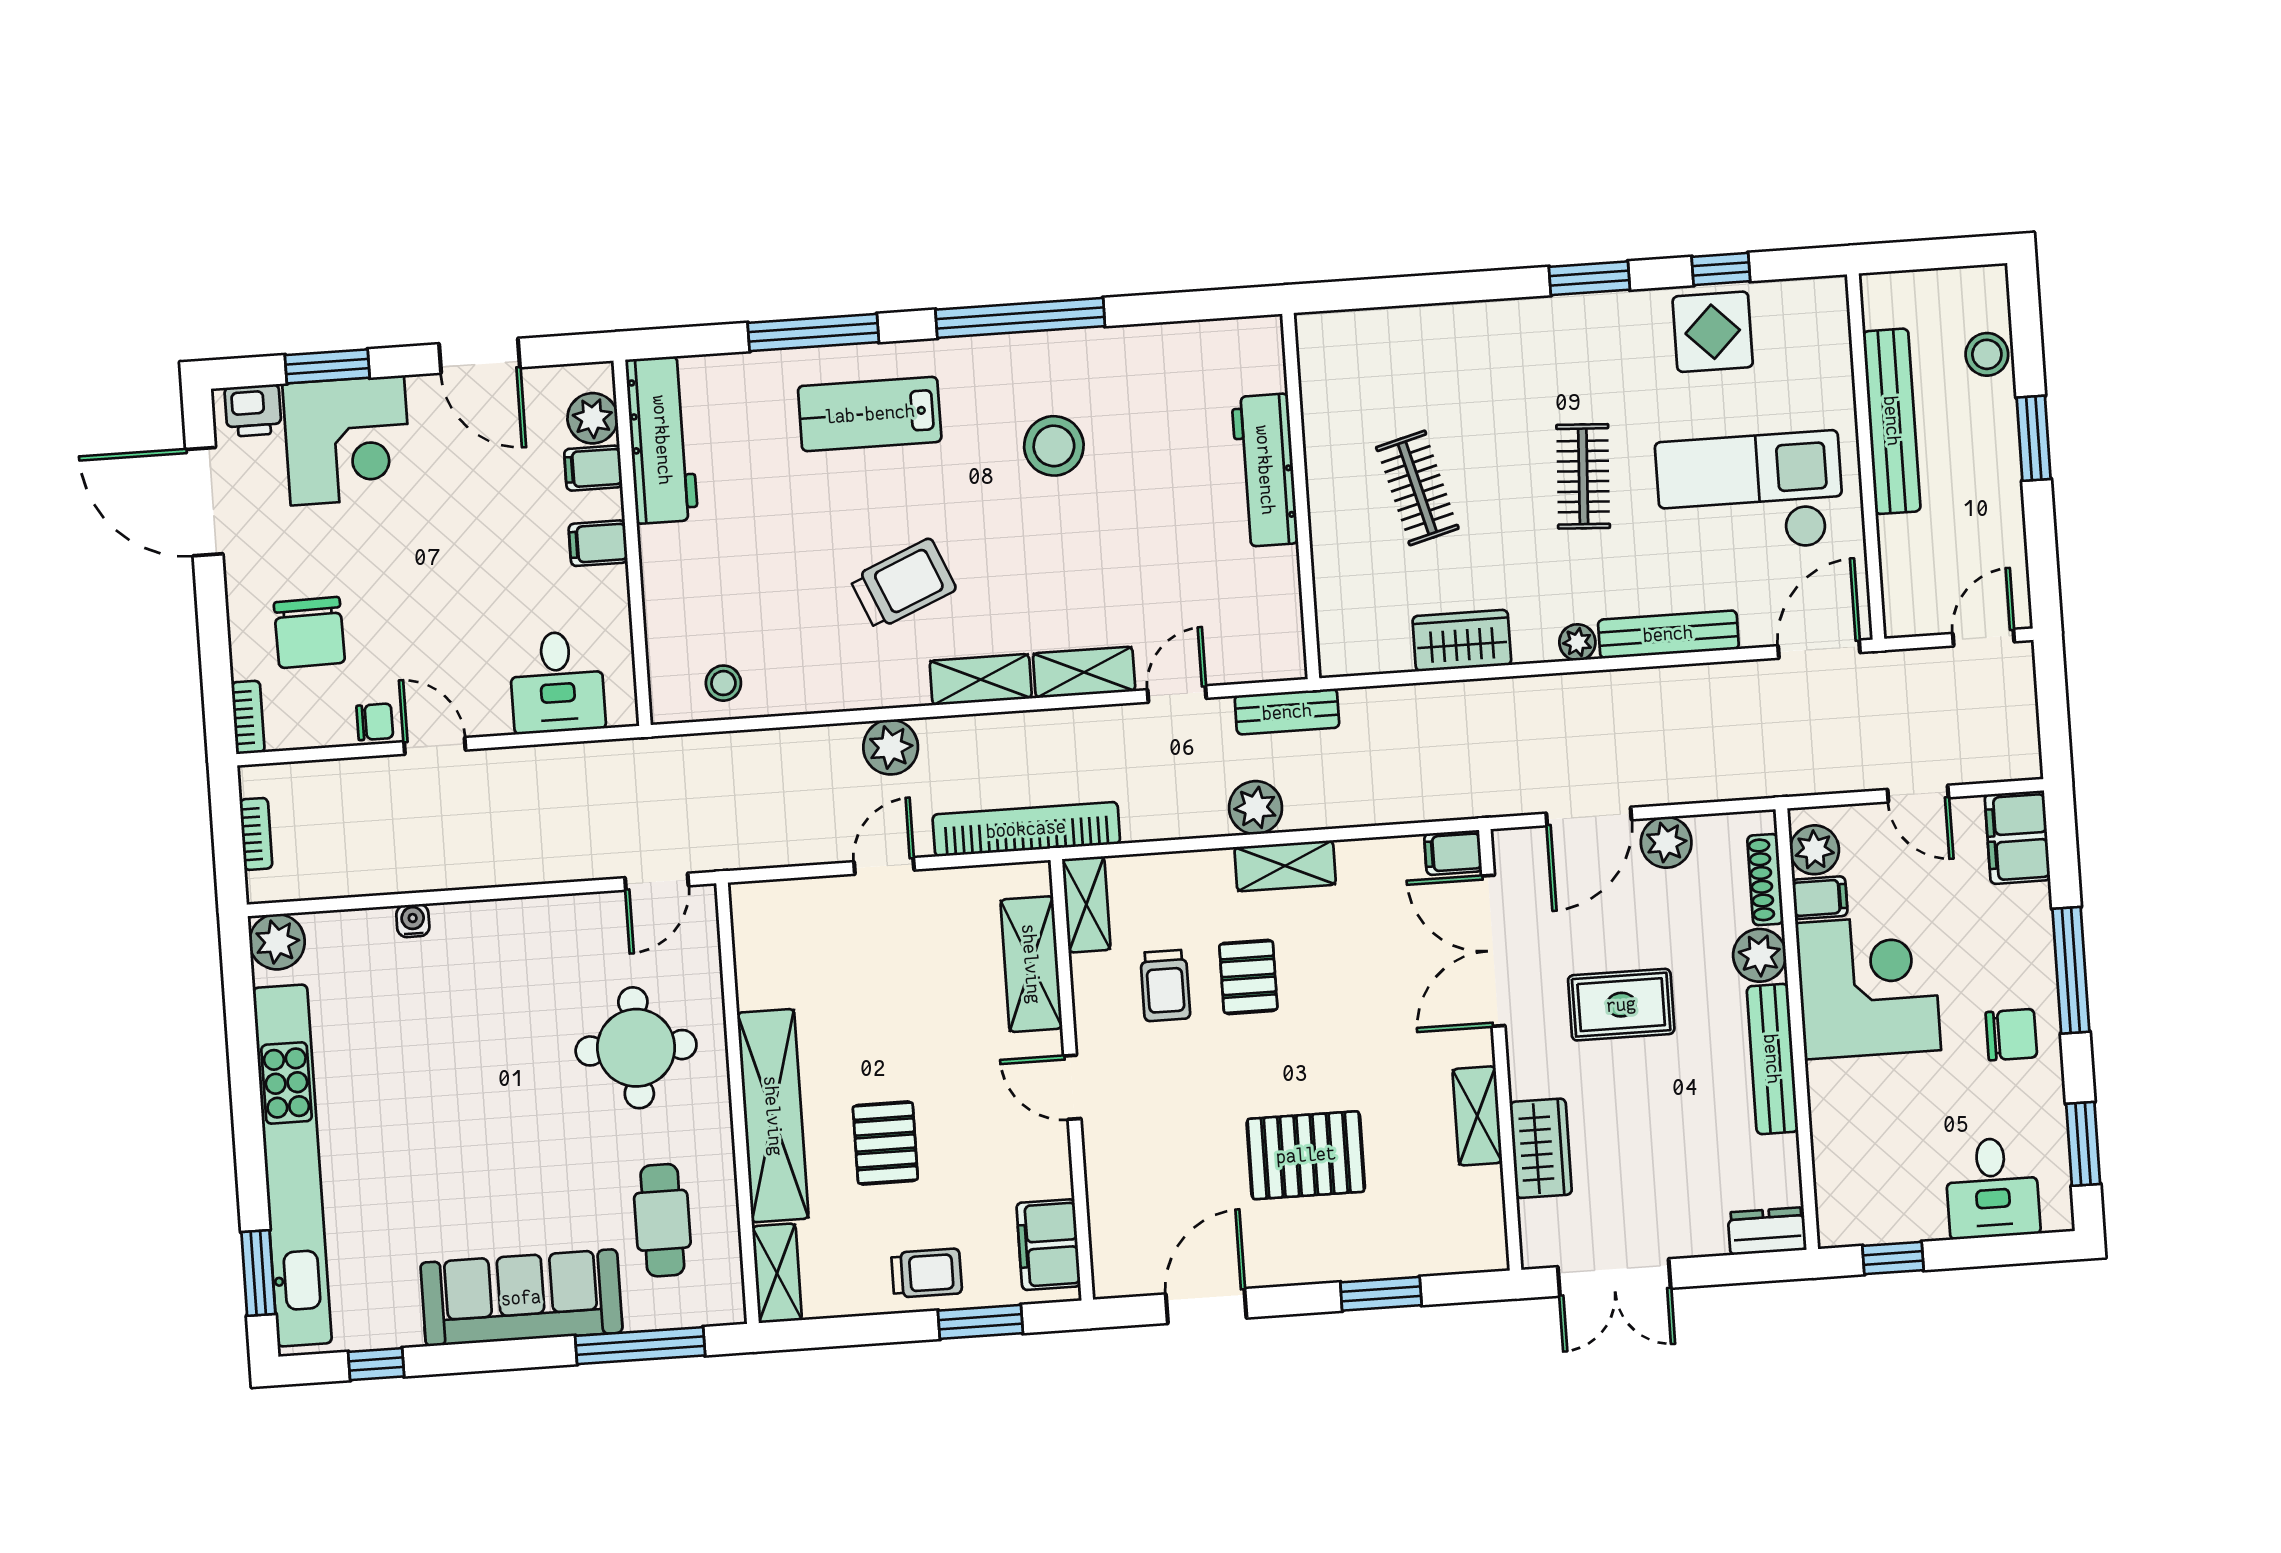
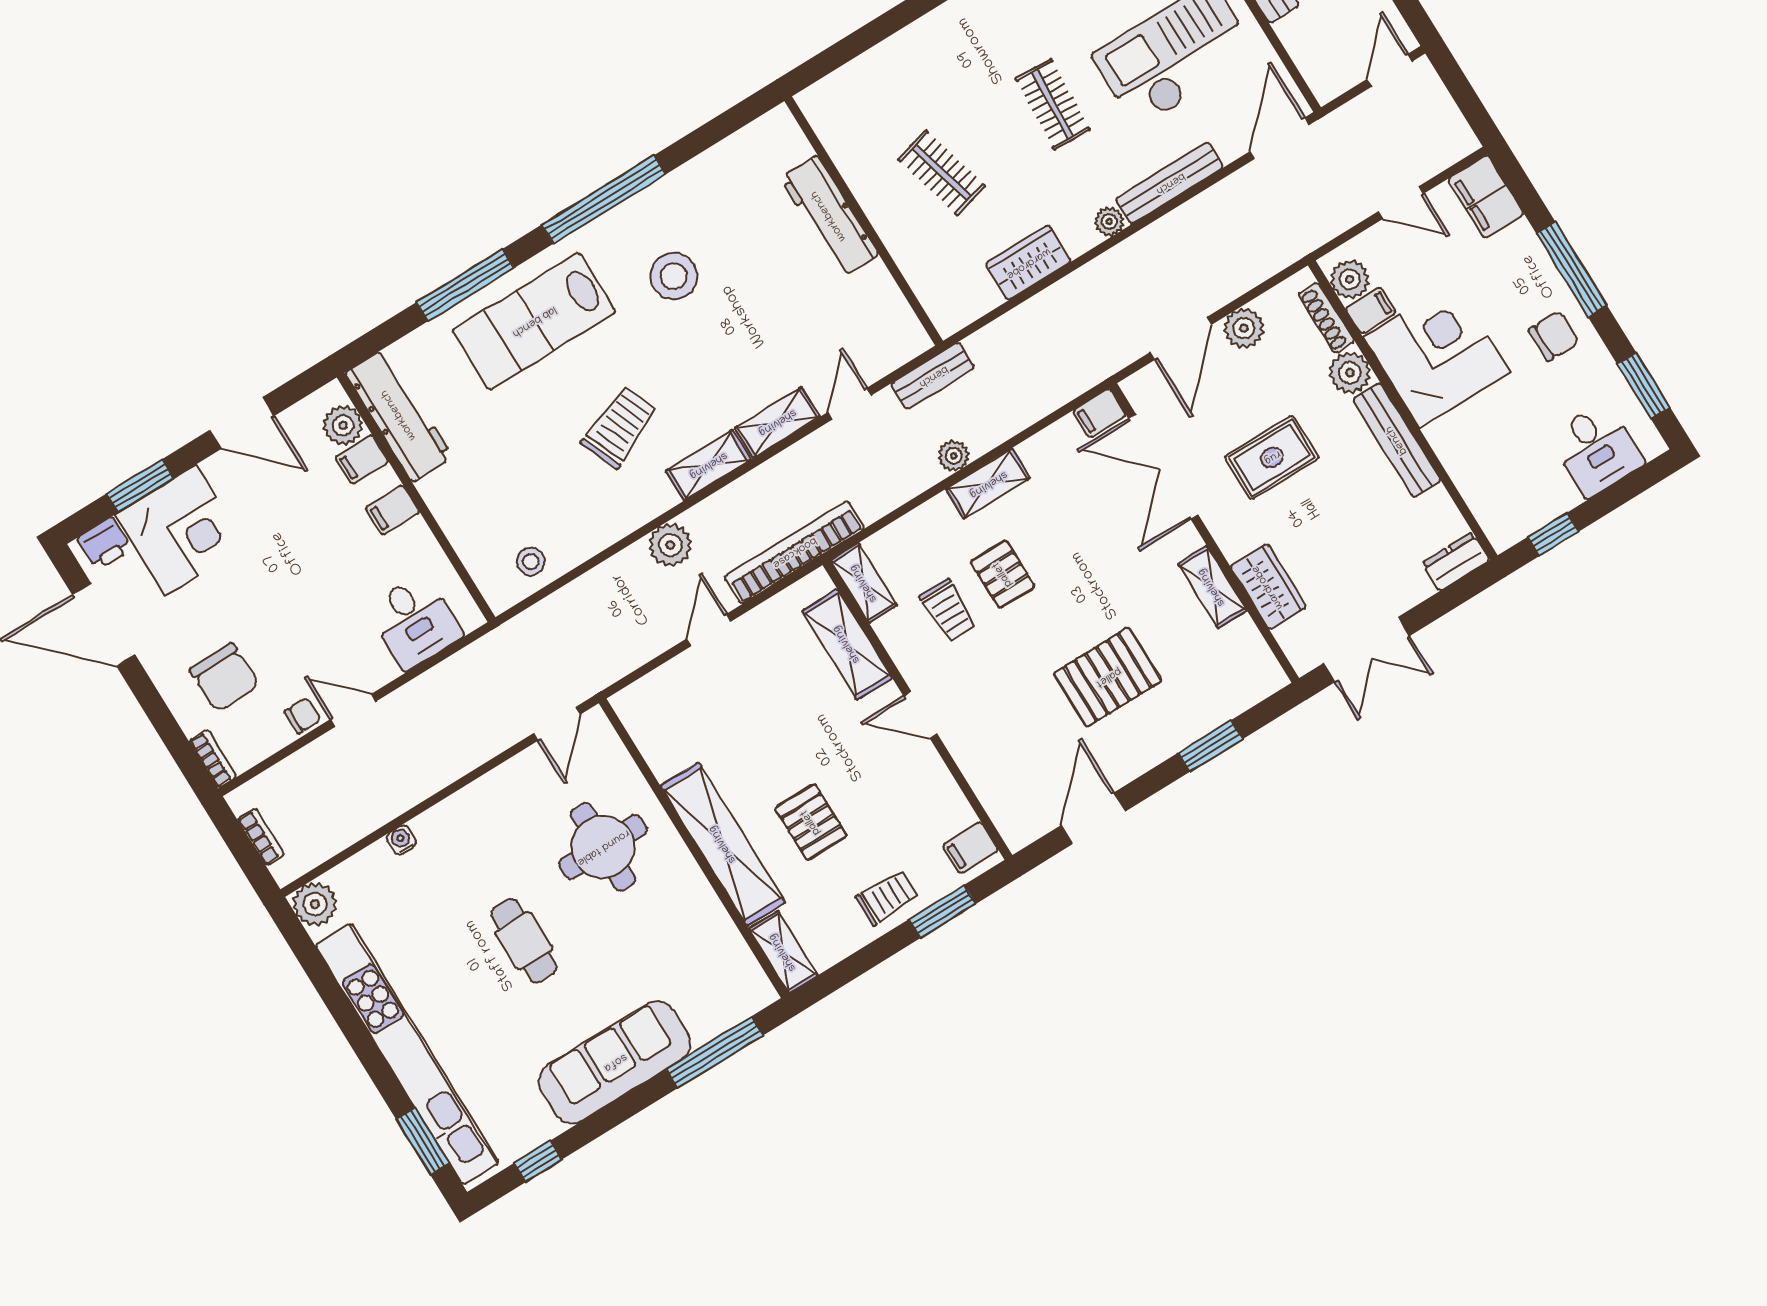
lab bench: (870, 414) -> (534, 321), width x1.36, depth x1.39
plant: (1256, 808) -> (954, 456), width x0.73, depth x0.73
cafe table: (662, 1220) -> (524, 941), moved
filing cabinet: (1048, 1245) -> (970, 848), width x0.50

